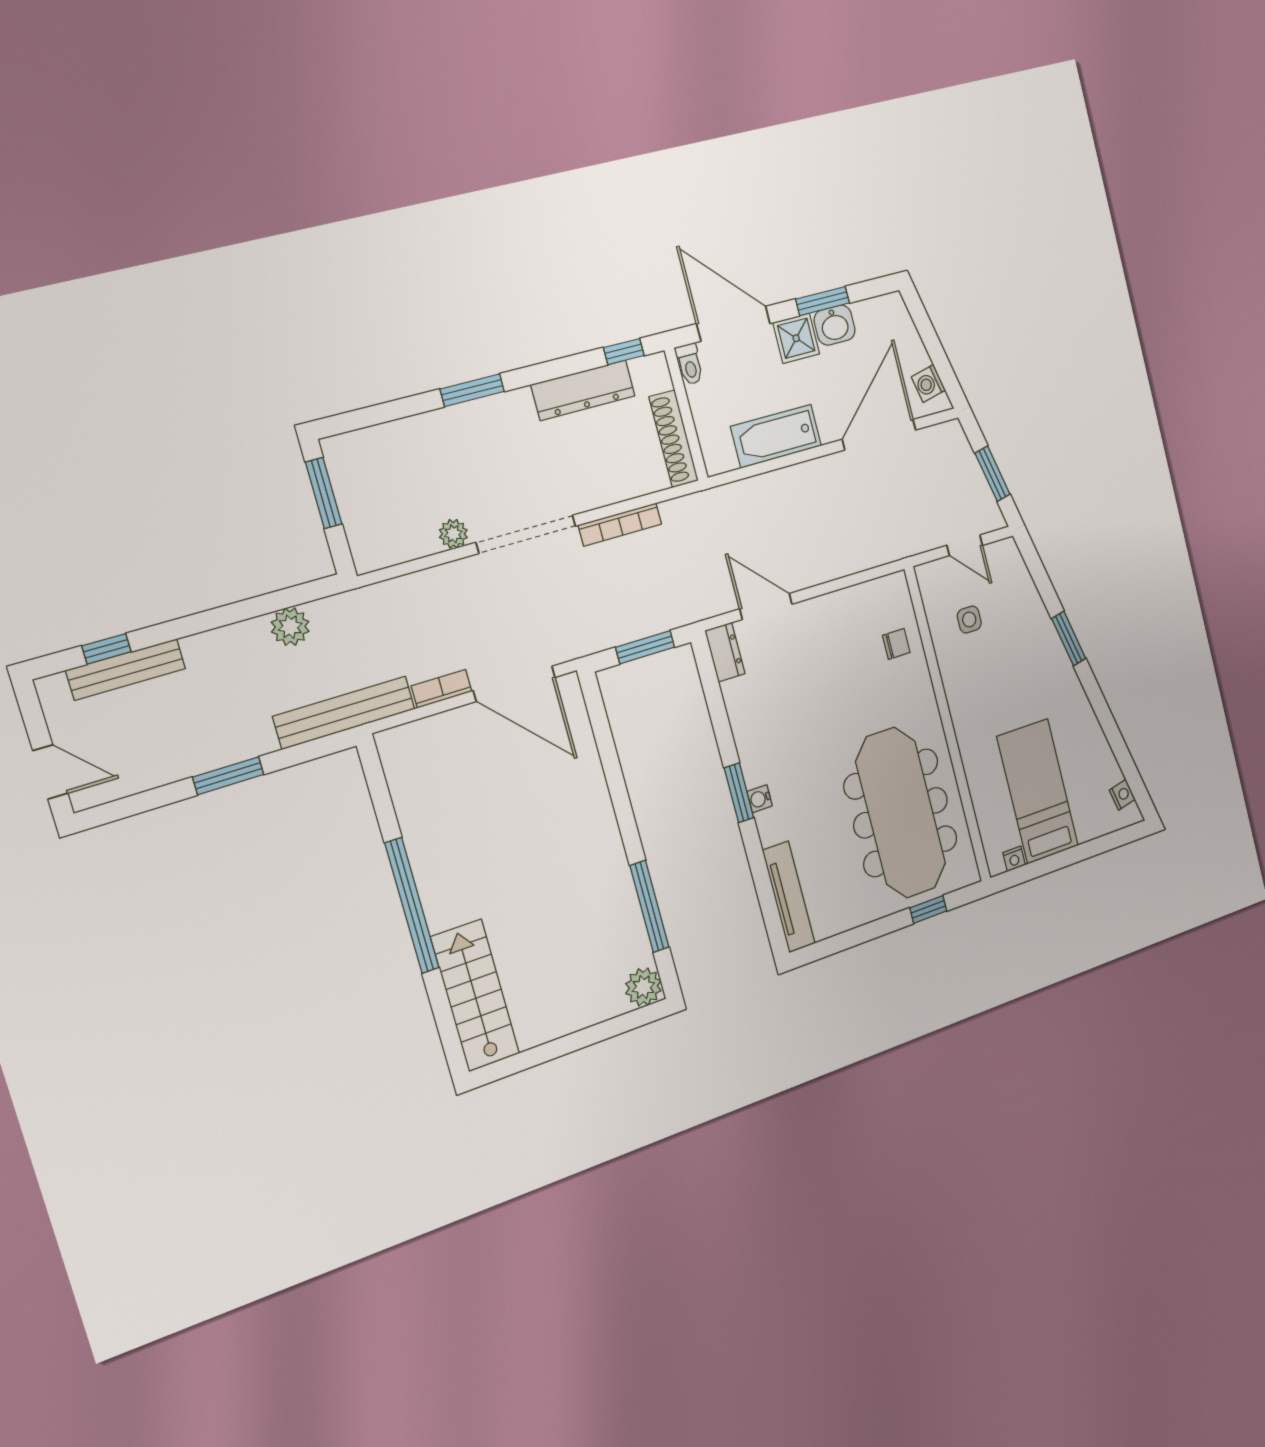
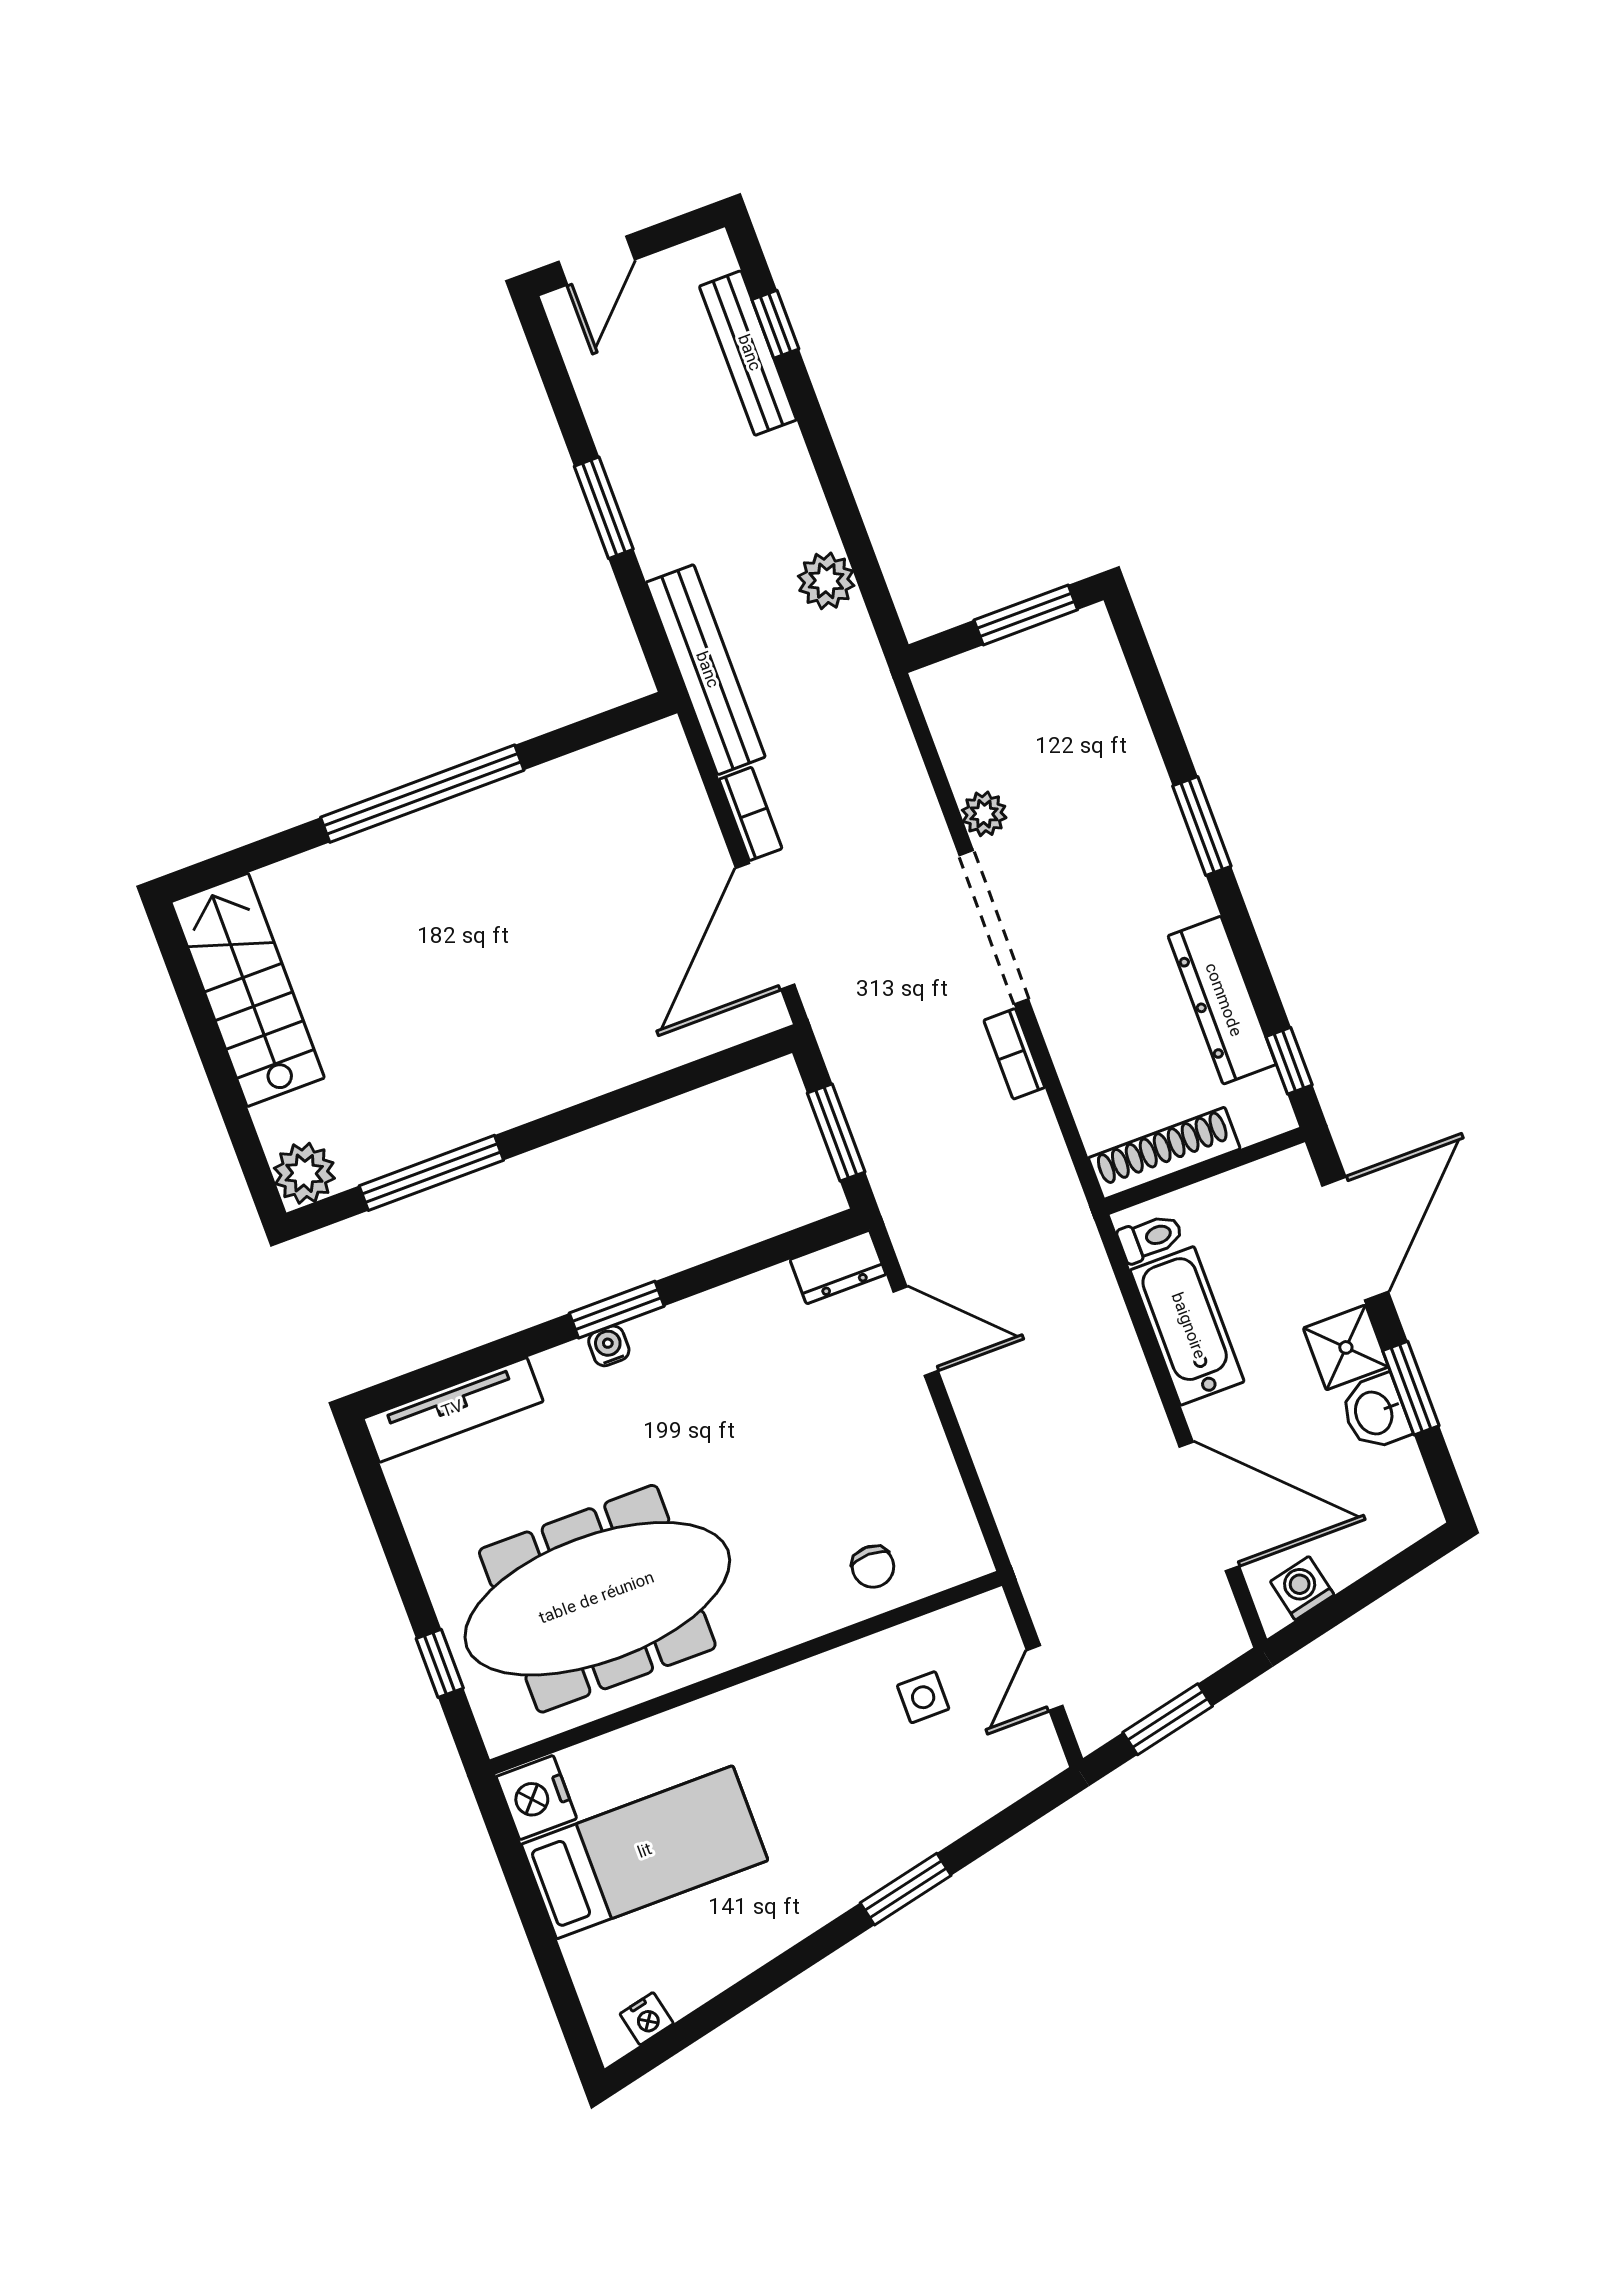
toilet: (690, 364) -> (1150, 1238), moved, turned 180
bookcase: (620, 525) -> (1014, 1054), width x0.64
door: (766, 606) -> (916, 1331), hinge flipped
nightstand: (1014, 859) -> (536, 1798), width x1.89, depth x1.79
stairs: (475, 996) -> (248, 990), moved, turned -90

